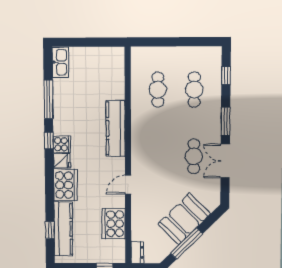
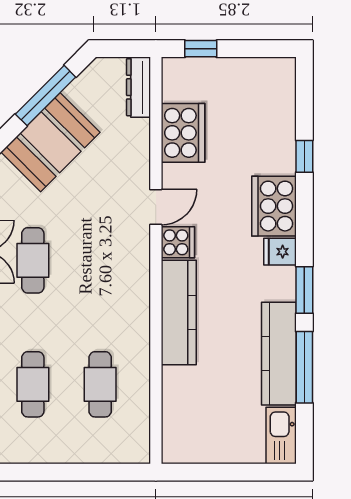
window: (49, 141) -> (304, 290), width x1.50
cooker: (62, 144) -> (178, 242), moved, turned 180
kitchen counter: (63, 229) -> (279, 354), moved
window: (50, 230) -> (304, 156), moved
dresser: (137, 252) -> (139, 87), width x1.44

